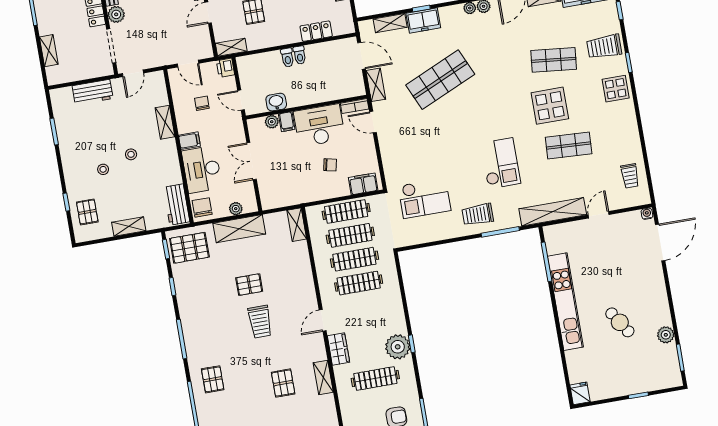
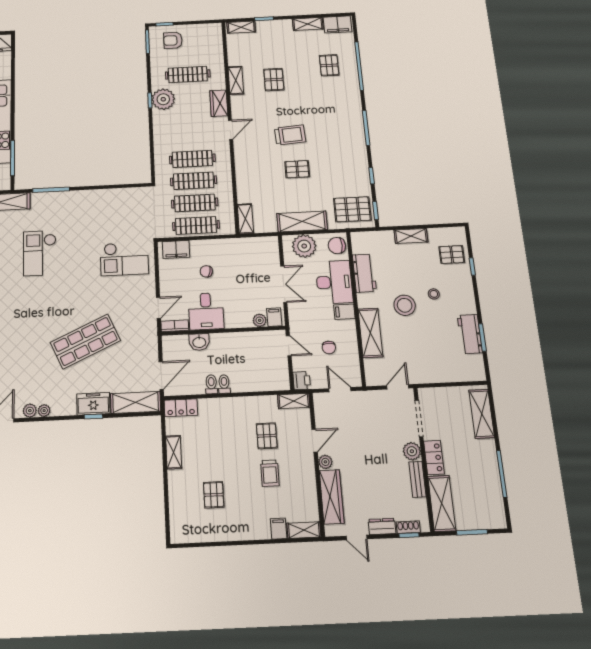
shelving: (390, 23) -> (136, 402), width x1.50, depth x1.33
locker: (316, 31) -> (181, 408), moved
shelving: (49, 51) -> (482, 414), width x1.50, depth x1.33
door: (361, 56) -> (161, 375), swing flipped
toilet: (287, 58) -> (211, 384), moved
shelving: (376, 85) -> (151, 344), removed
workbench: (93, 92) -> (470, 334), moved, turned -90
washbasin: (276, 102) -> (199, 342), moved
shelving: (165, 122) -> (370, 333), width x1.50, depth x1.33
filing cabinet: (287, 122) -> (274, 317), moved
door: (373, 122) -> (158, 308), hinge flipped
desk: (319, 125) -> (206, 311), width x0.73
stool: (131, 154) -> (405, 305), width x1.89, depth x1.89
checkout: (424, 198) -> (124, 259), moved, turned 180
workbench: (177, 204) -> (364, 273), moved
chair: (202, 207) -> (337, 246), turned 90
plant: (236, 209) -> (304, 246), width x1.88, depth x1.88
pallet: (87, 212) -> (452, 255), turned 90
trolley: (478, 215) -> (70, 208), removed
trolley: (260, 322) -> (290, 135), turned 86
pallet: (213, 379) -> (329, 65), moved

